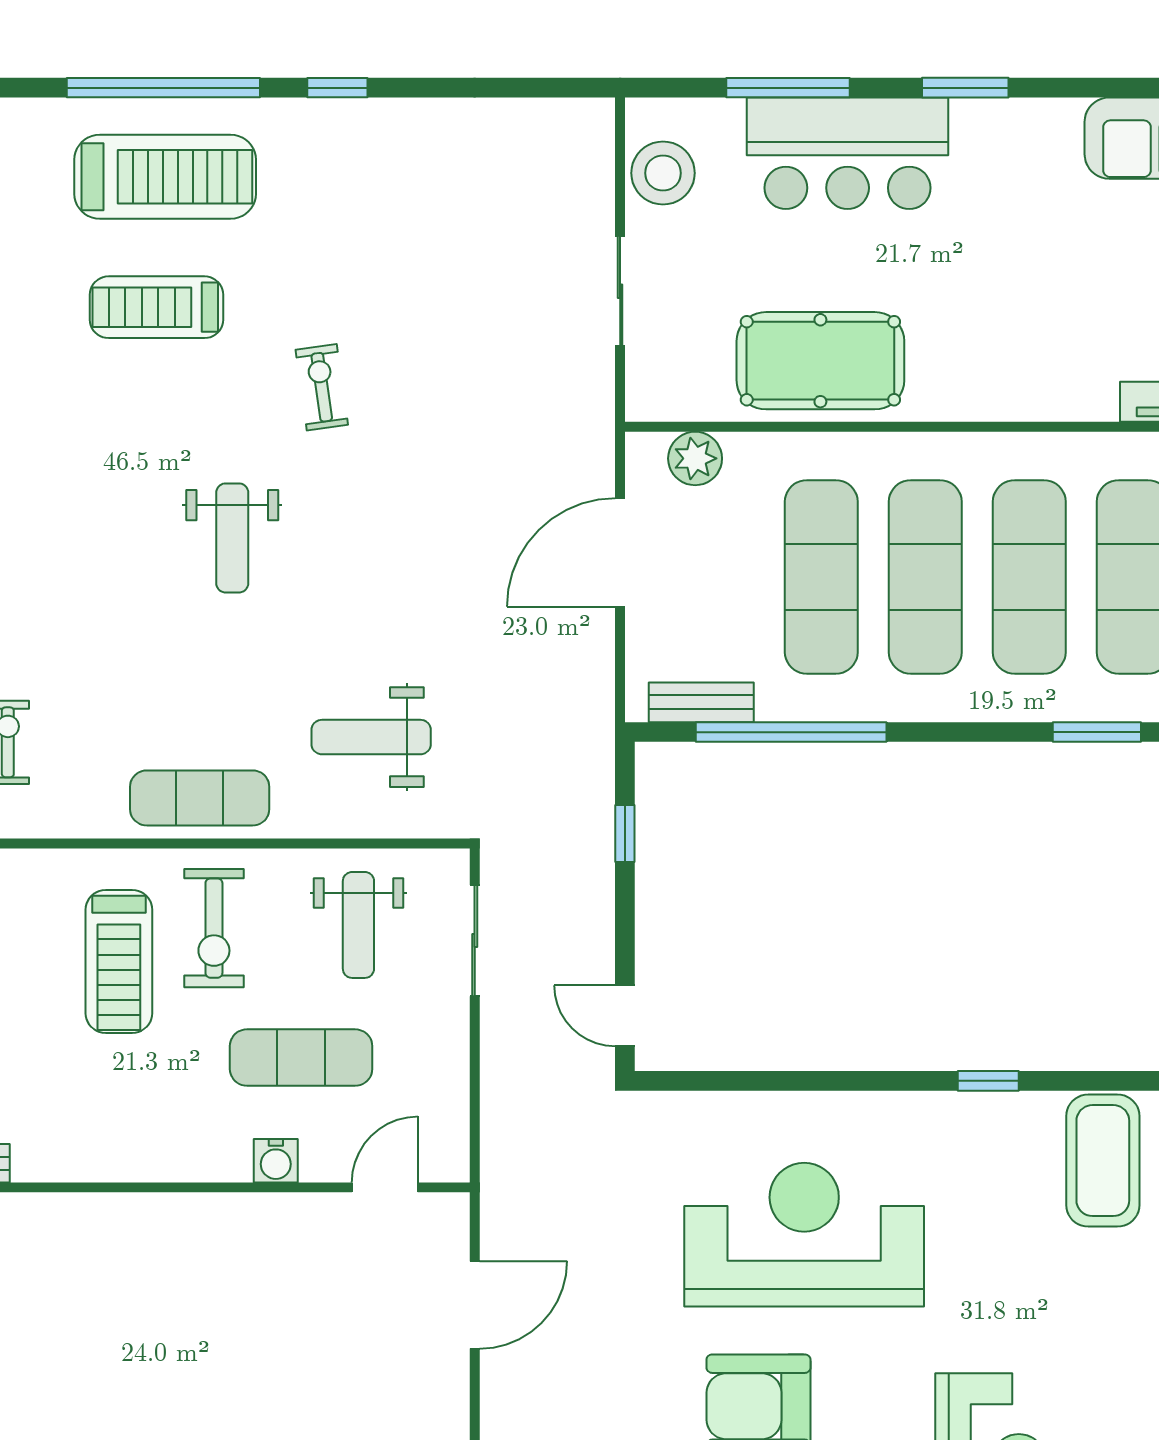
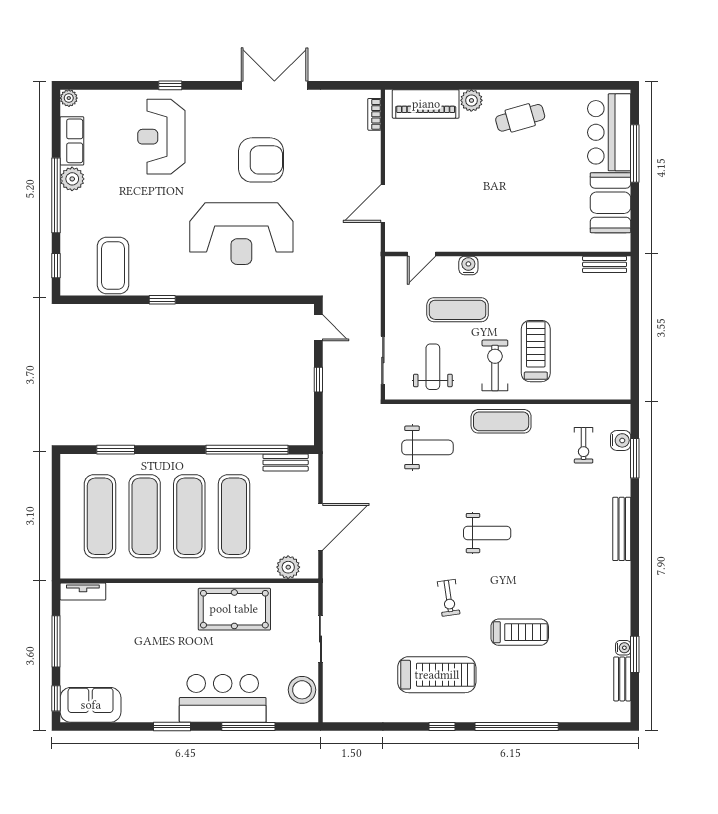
treadmill: (165, 177) -> (437, 675), moved, turned 180
weight bench: (232, 538) -> (487, 533), turned 90
window: (625, 833) -> (318, 380), moved

